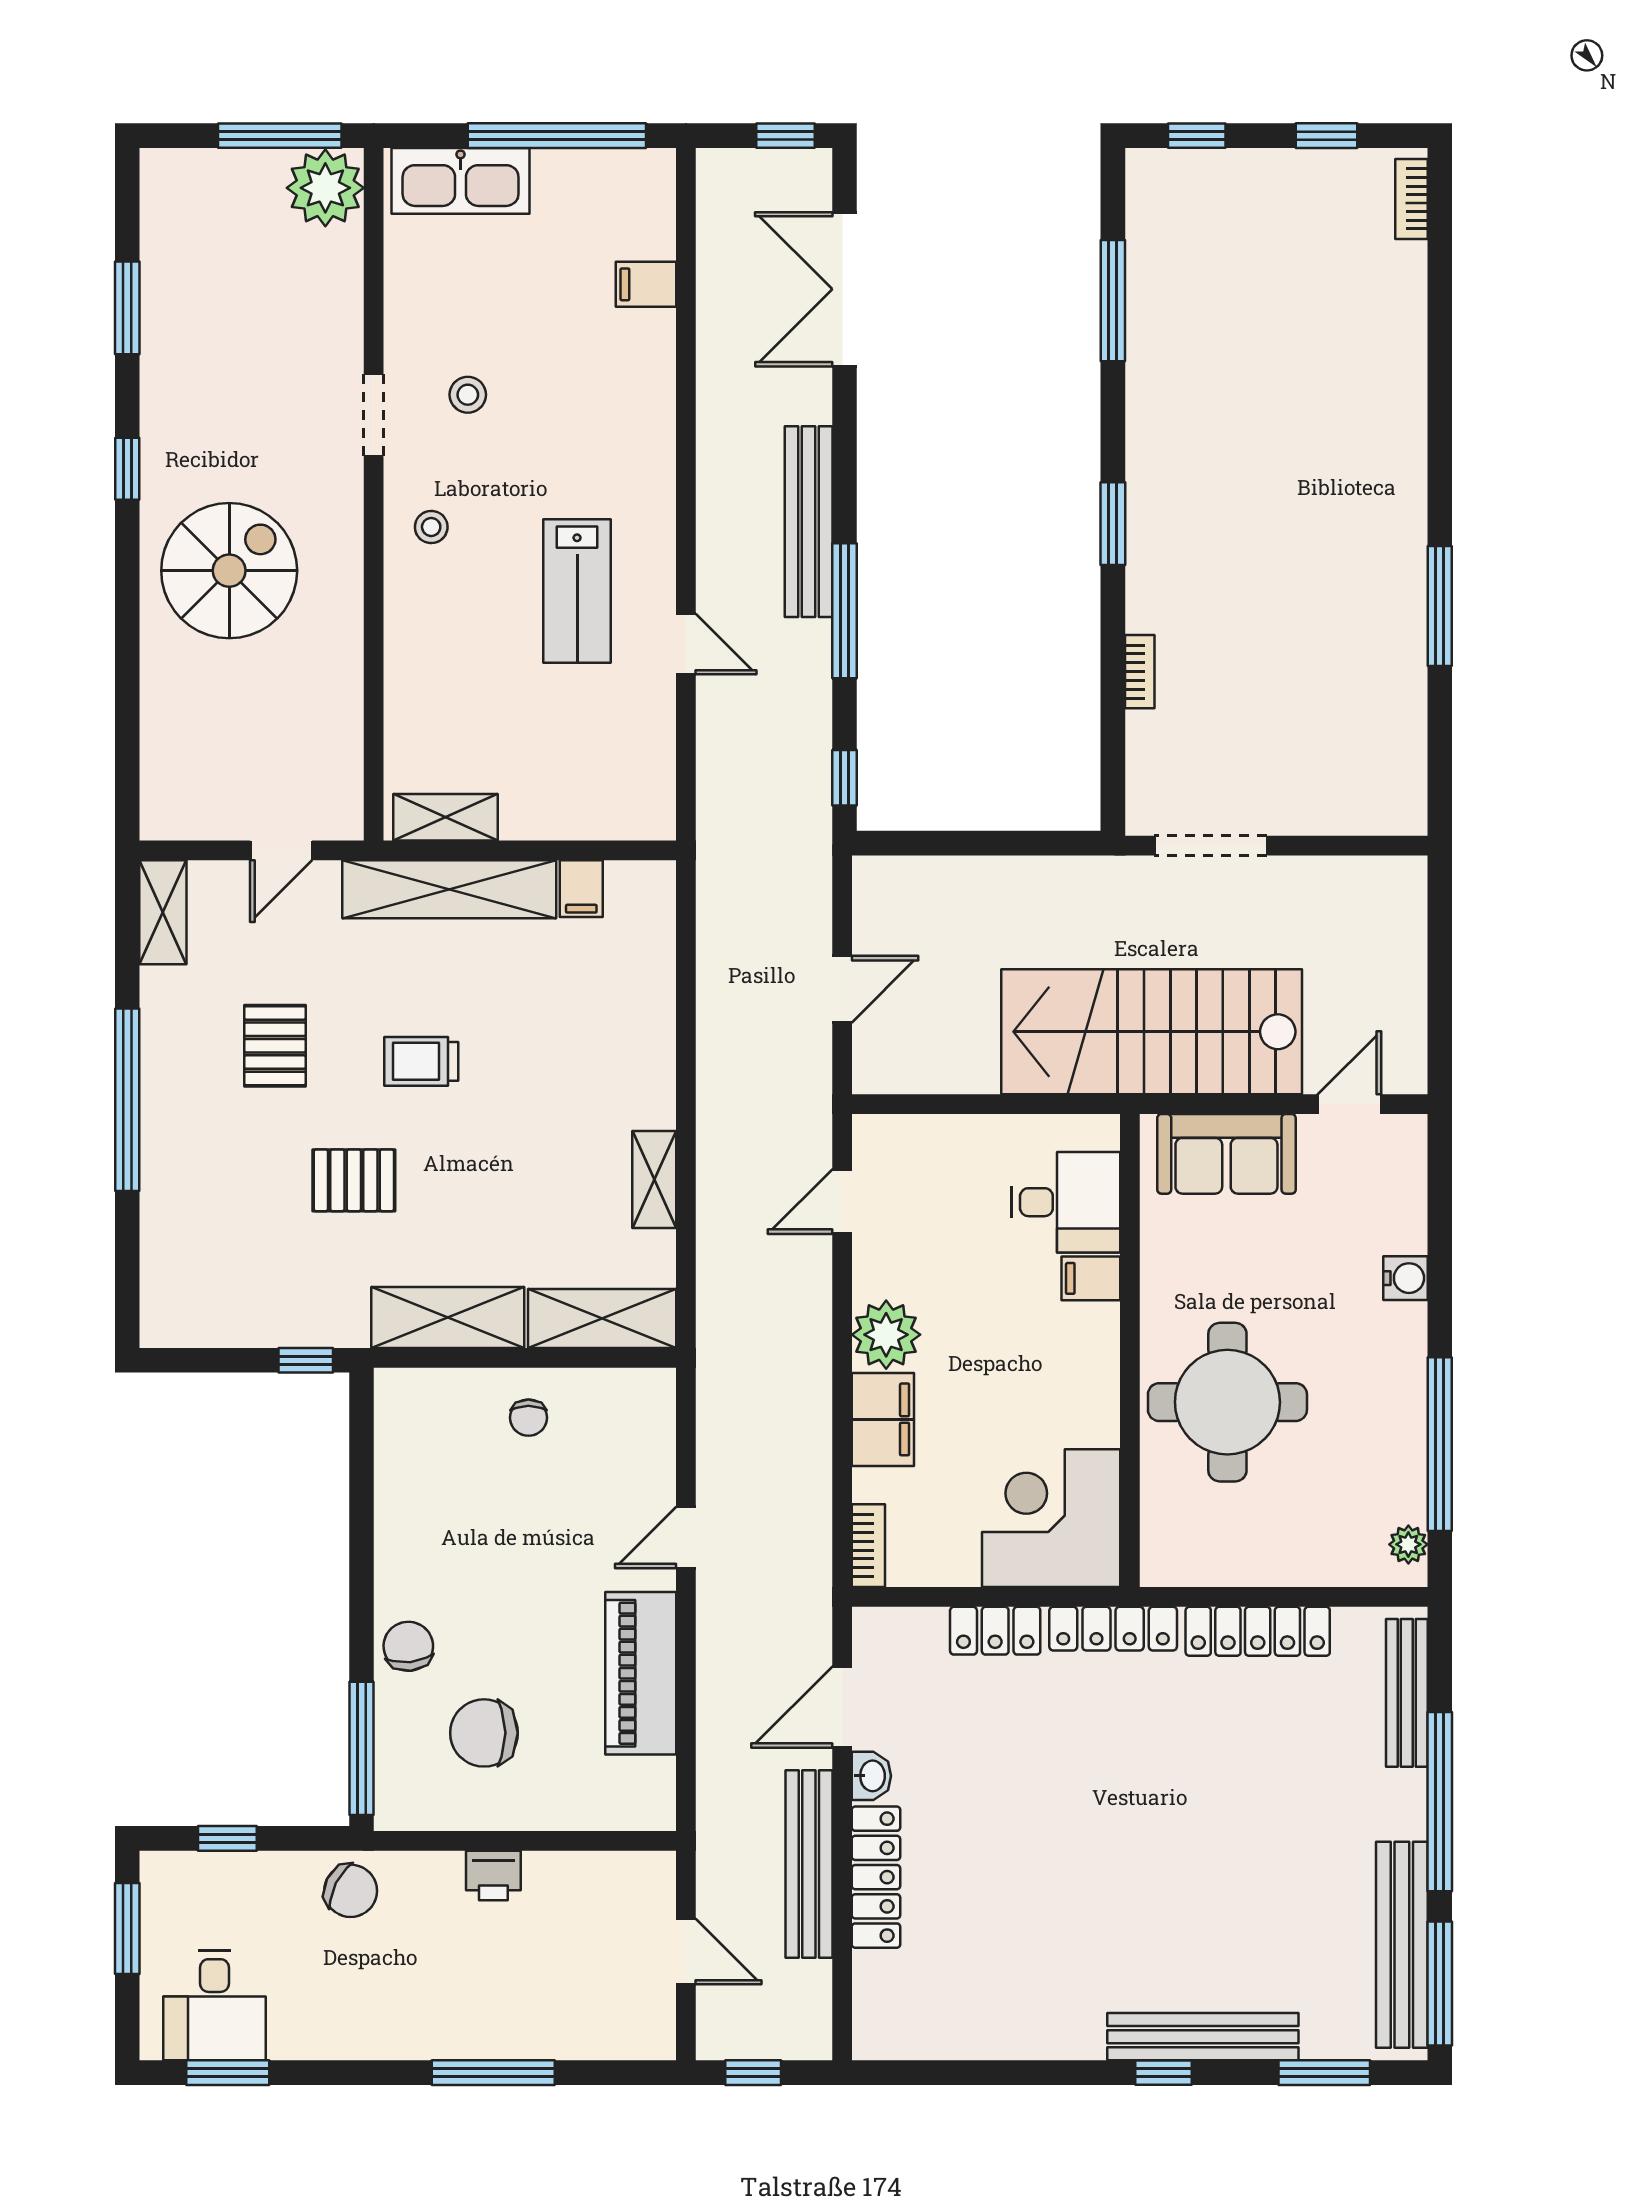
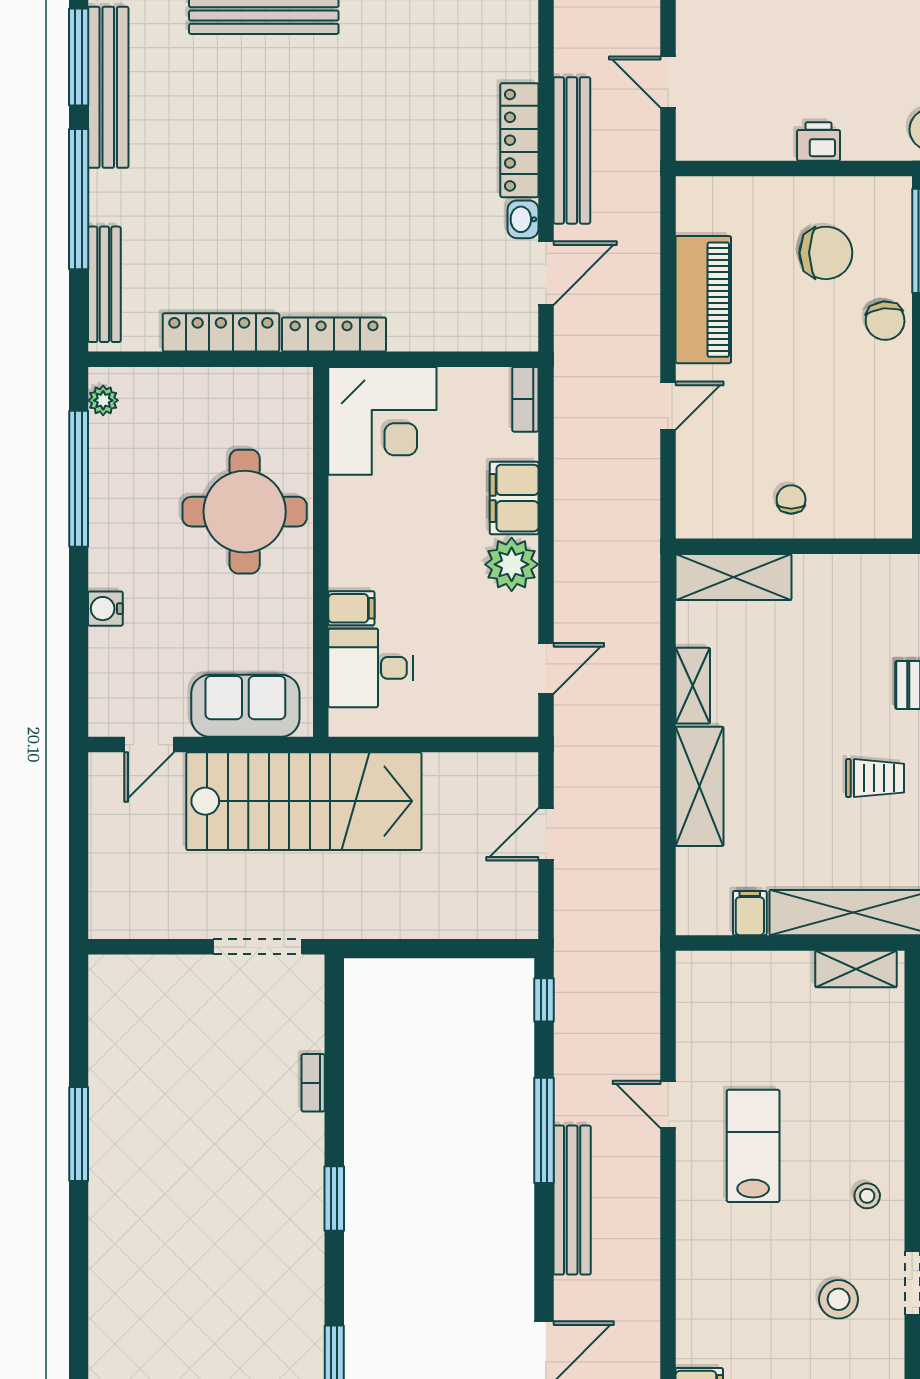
stool: (468, 395) -> (839, 1299), width x1.37, depth x1.37
shelving: (448, 1317) -> (700, 786), moved, turned 90
locker: (995, 1631) -> (426, 333), removed

